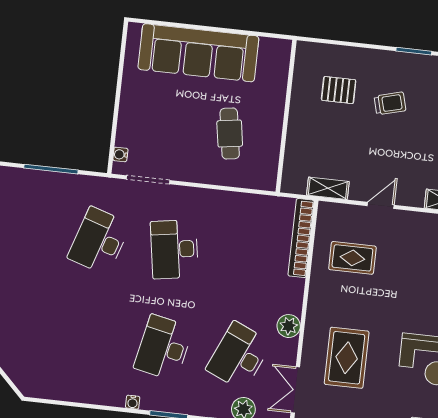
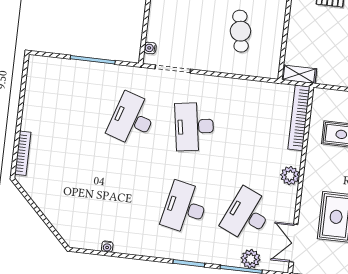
shelving: (328, 188) -> (299, 74), moved
plant: (289, 326) -> (290, 176), moved
water cooler: (133, 402) -> (107, 247), moved

